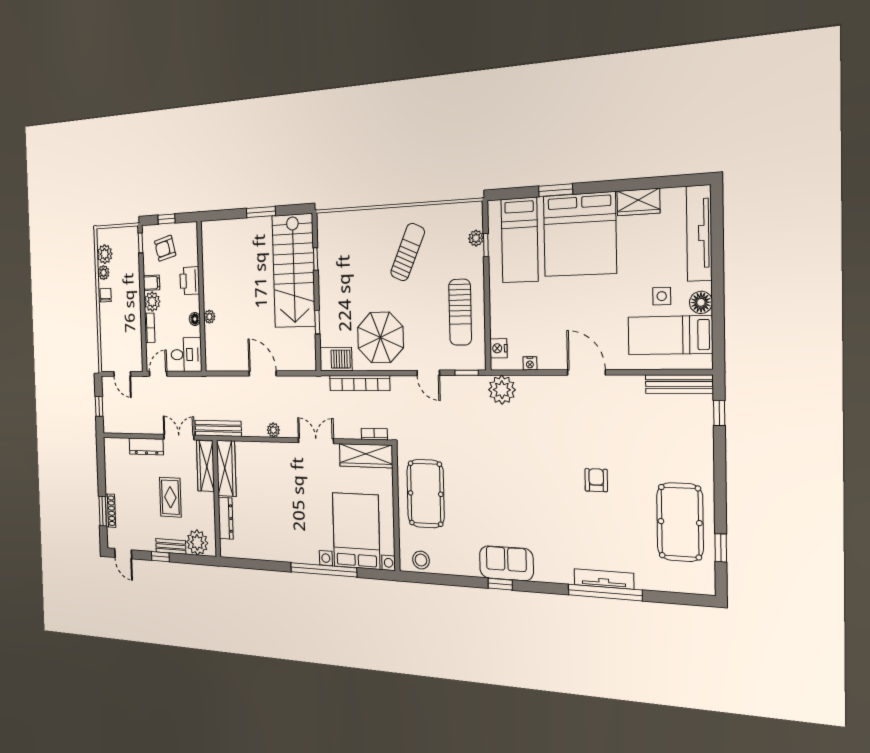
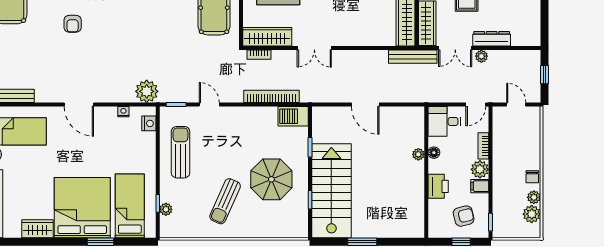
side table: (662, 296) -> (21, 160), removed
parasol: (380, 337) -> (271, 179), moved
plant: (273, 430) -> (481, 56), moved

